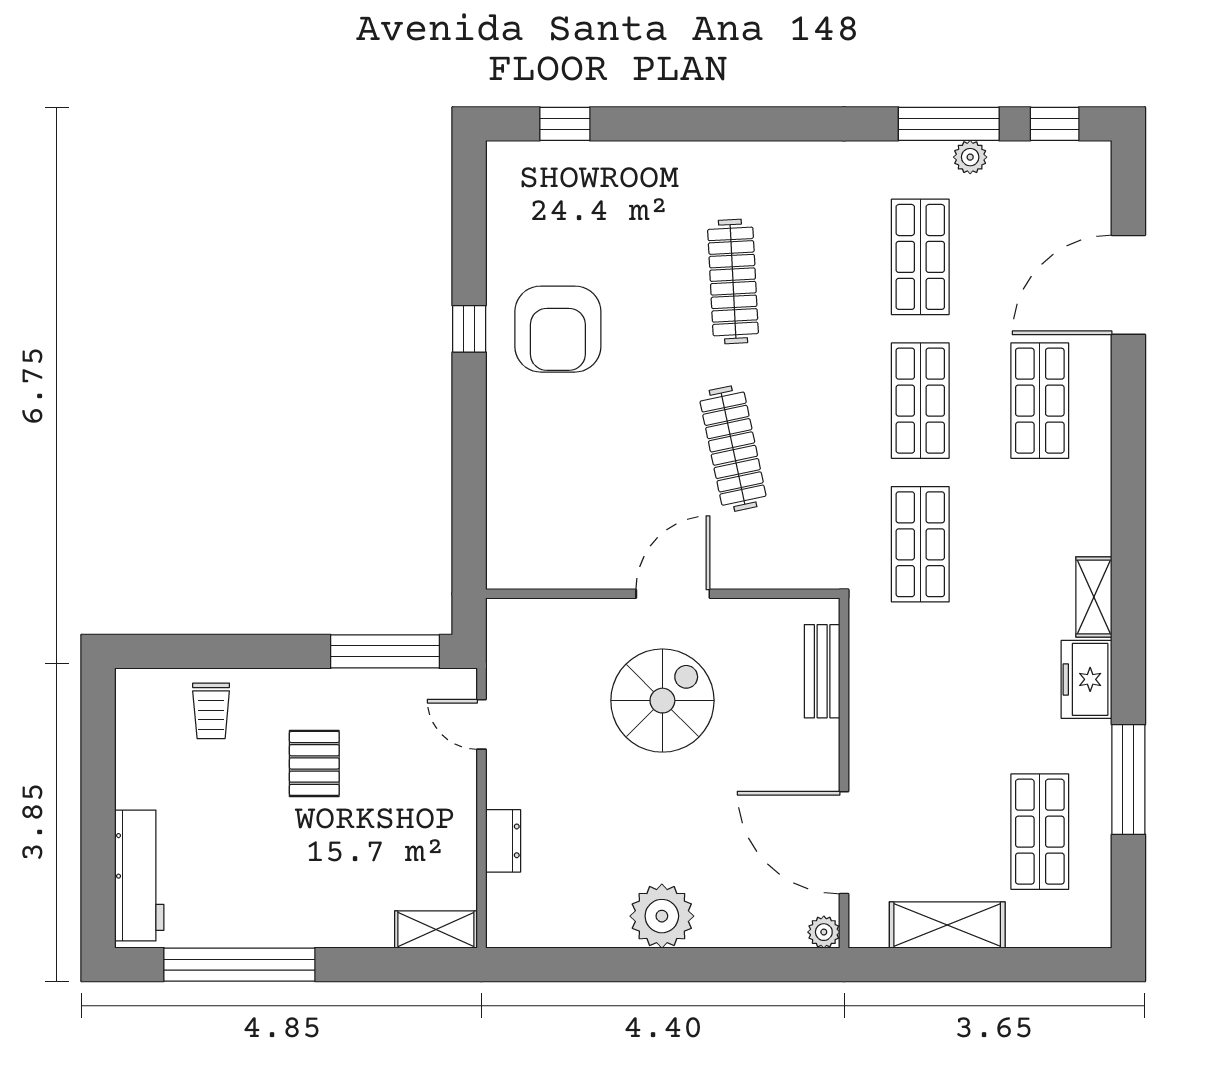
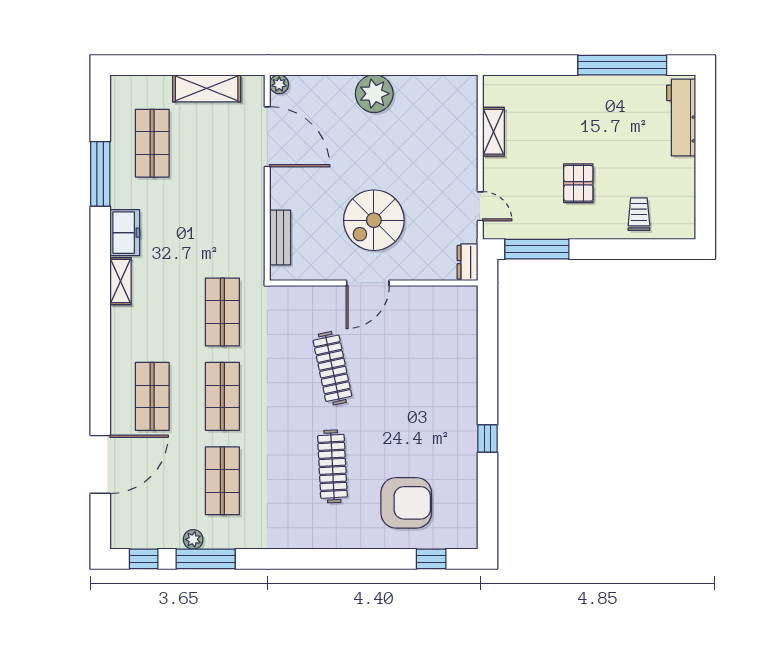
armchair: (558, 329) -> (406, 503), moved, turned 90
dresser: (503, 841) -> (467, 262), moved
shelving: (436, 930) -> (494, 132), moved, turned 90

